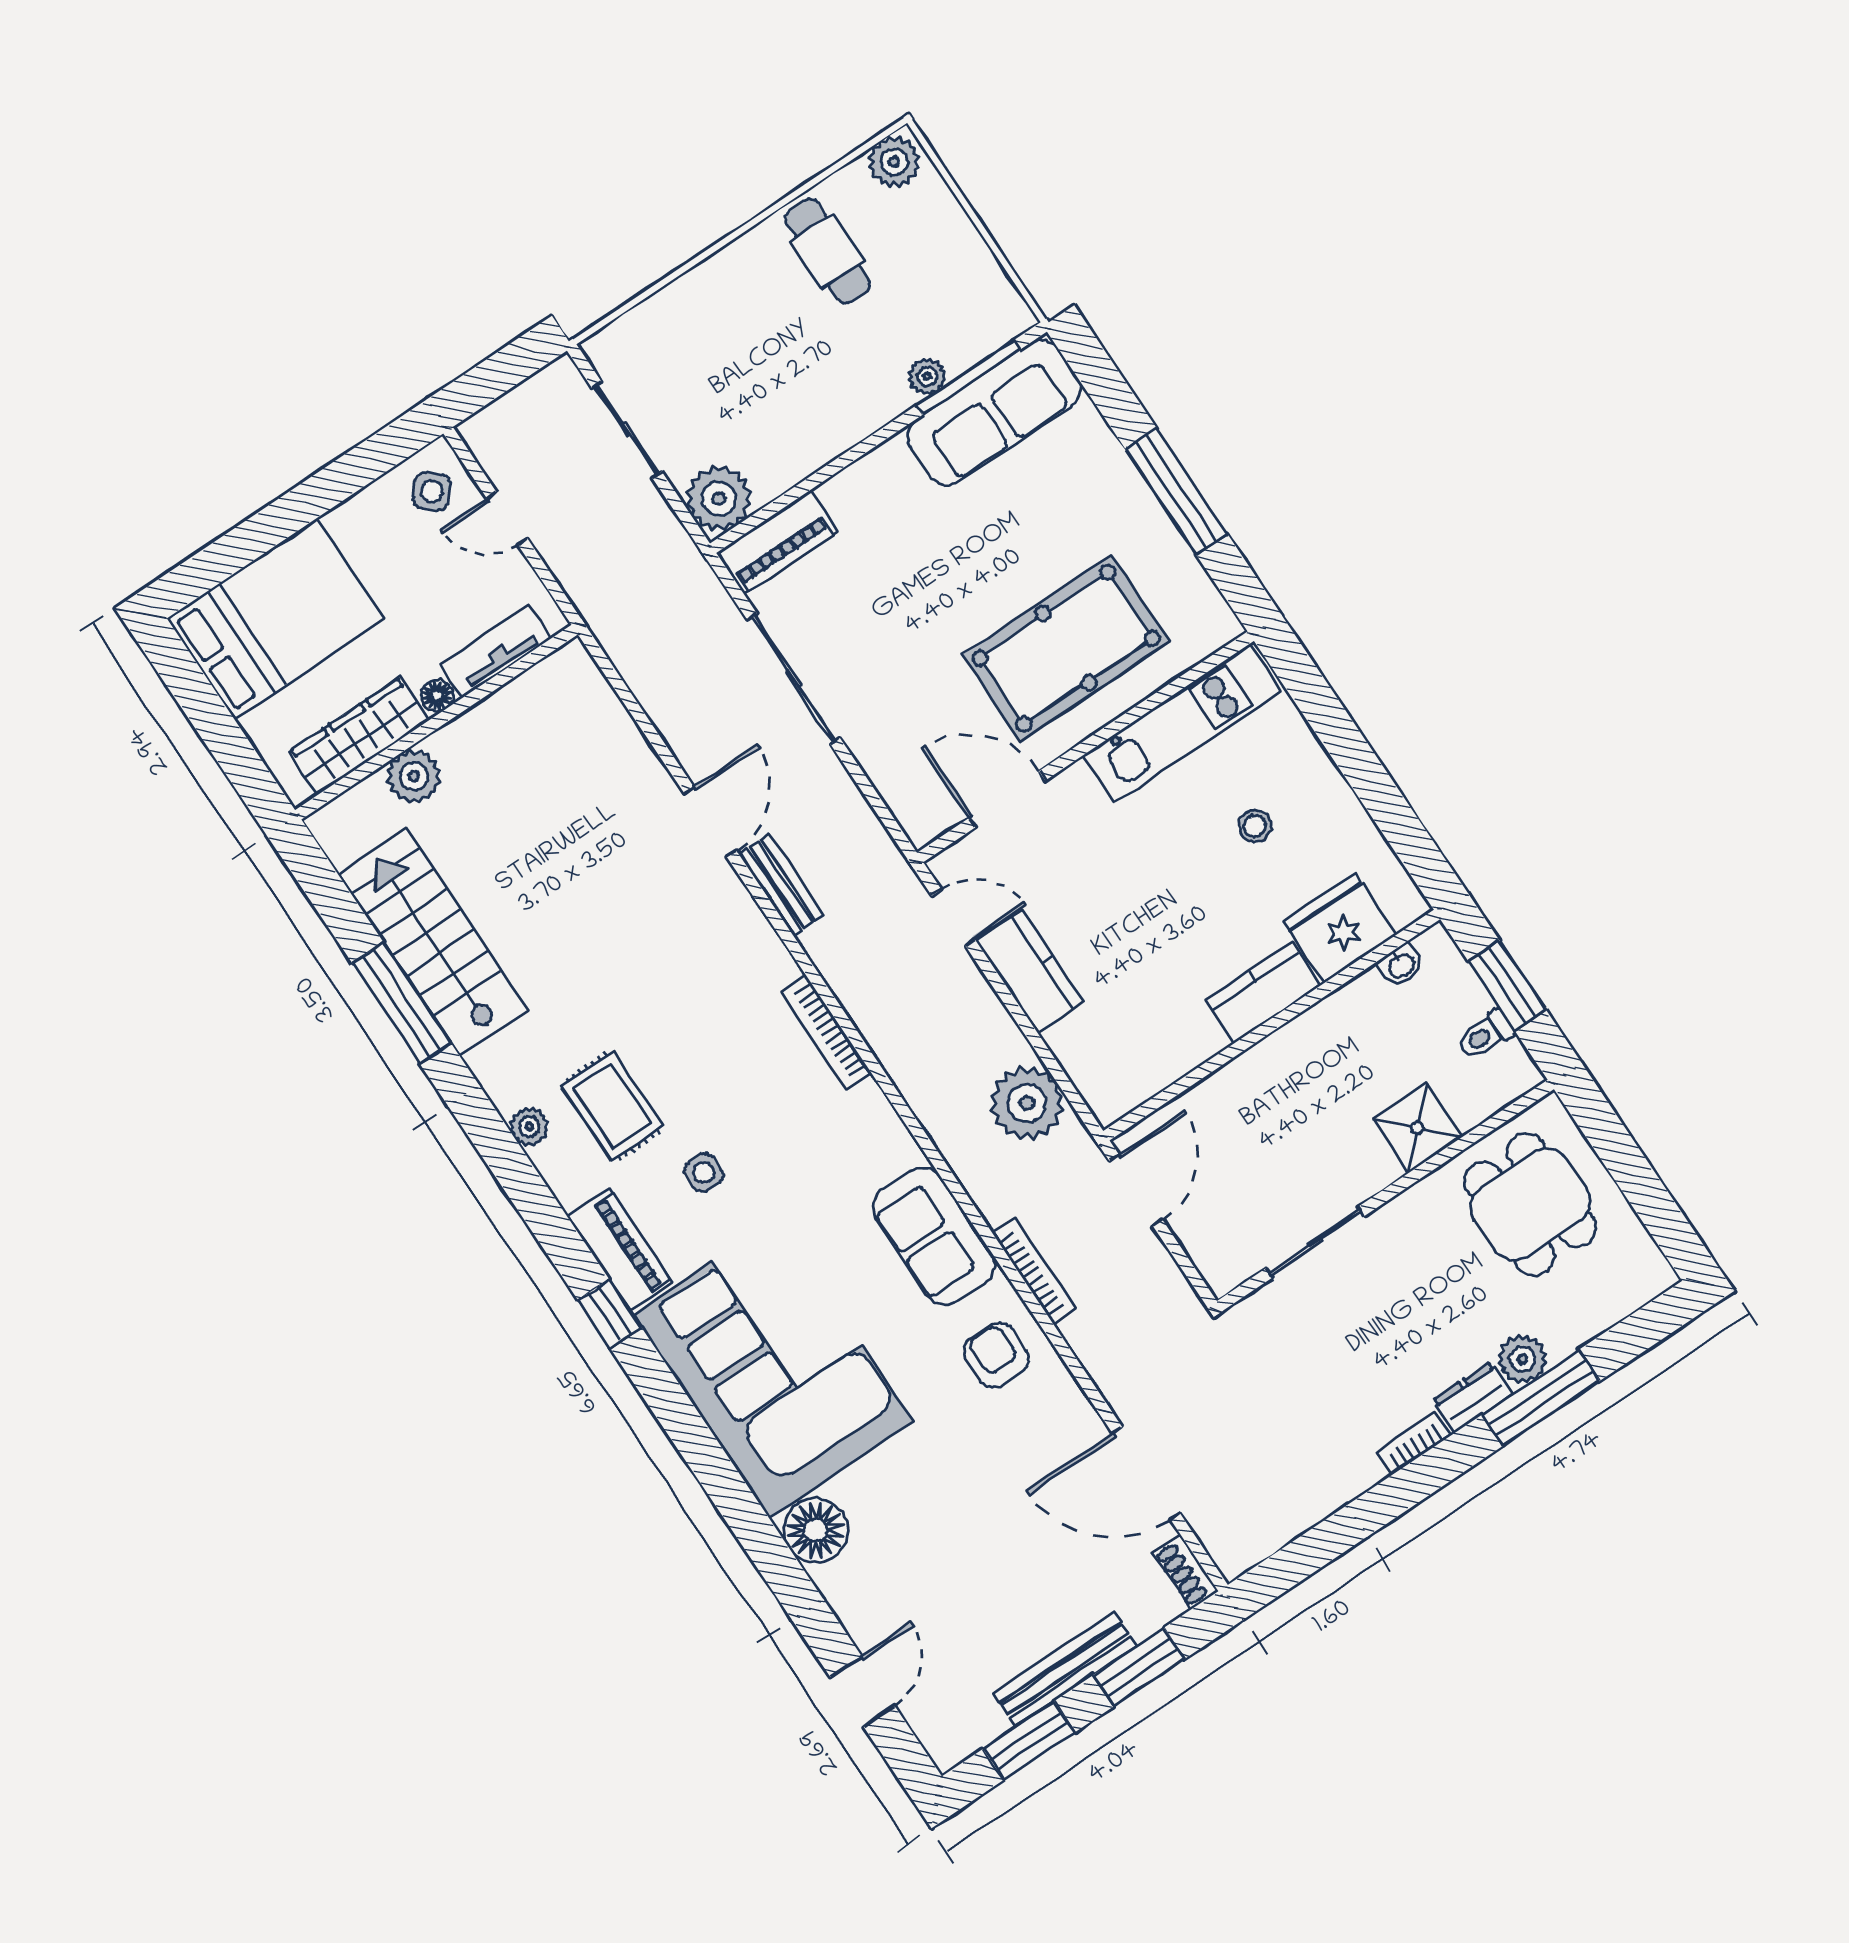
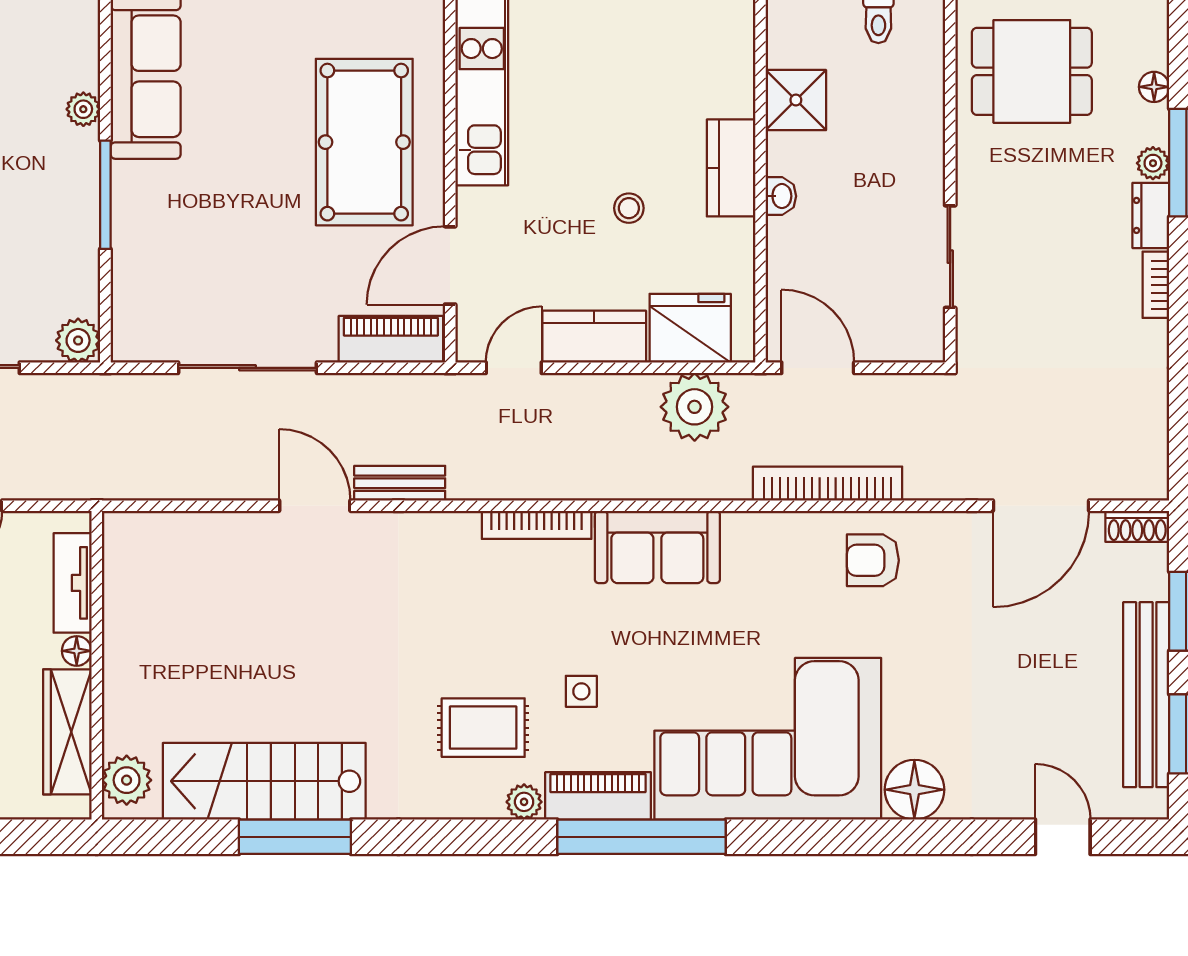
window: (968, 378) -> (105, 195), moved
plant: (719, 499) -> (78, 340), width x0.73, depth x0.73
piano: (777, 543) -> (391, 339), moved, turned -90
plant: (414, 776) -> (127, 780), moved
stool: (1255, 826) -> (629, 208), moved
fridge: (1340, 928) -> (690, 328), moved, turned 90
washbasin: (1401, 965) -> (781, 196), moved
plant: (529, 1126) -> (524, 802), moved
shower: (1417, 1128) -> (796, 100), moved
sofa: (934, 1236) -> (657, 547), moved
bookcase: (1034, 1271) -> (828, 484), width x1.48, depth x1.31
window: (610, 1314) -> (641, 837), width x3.17
floor lamp: (1590, 1323) -> (1154, 87), added
plant: (1522, 1359) -> (1153, 163), width x0.73, depth x0.73
bench: (1065, 1670) -> (1146, 695), width x1.37, depth x1.21

